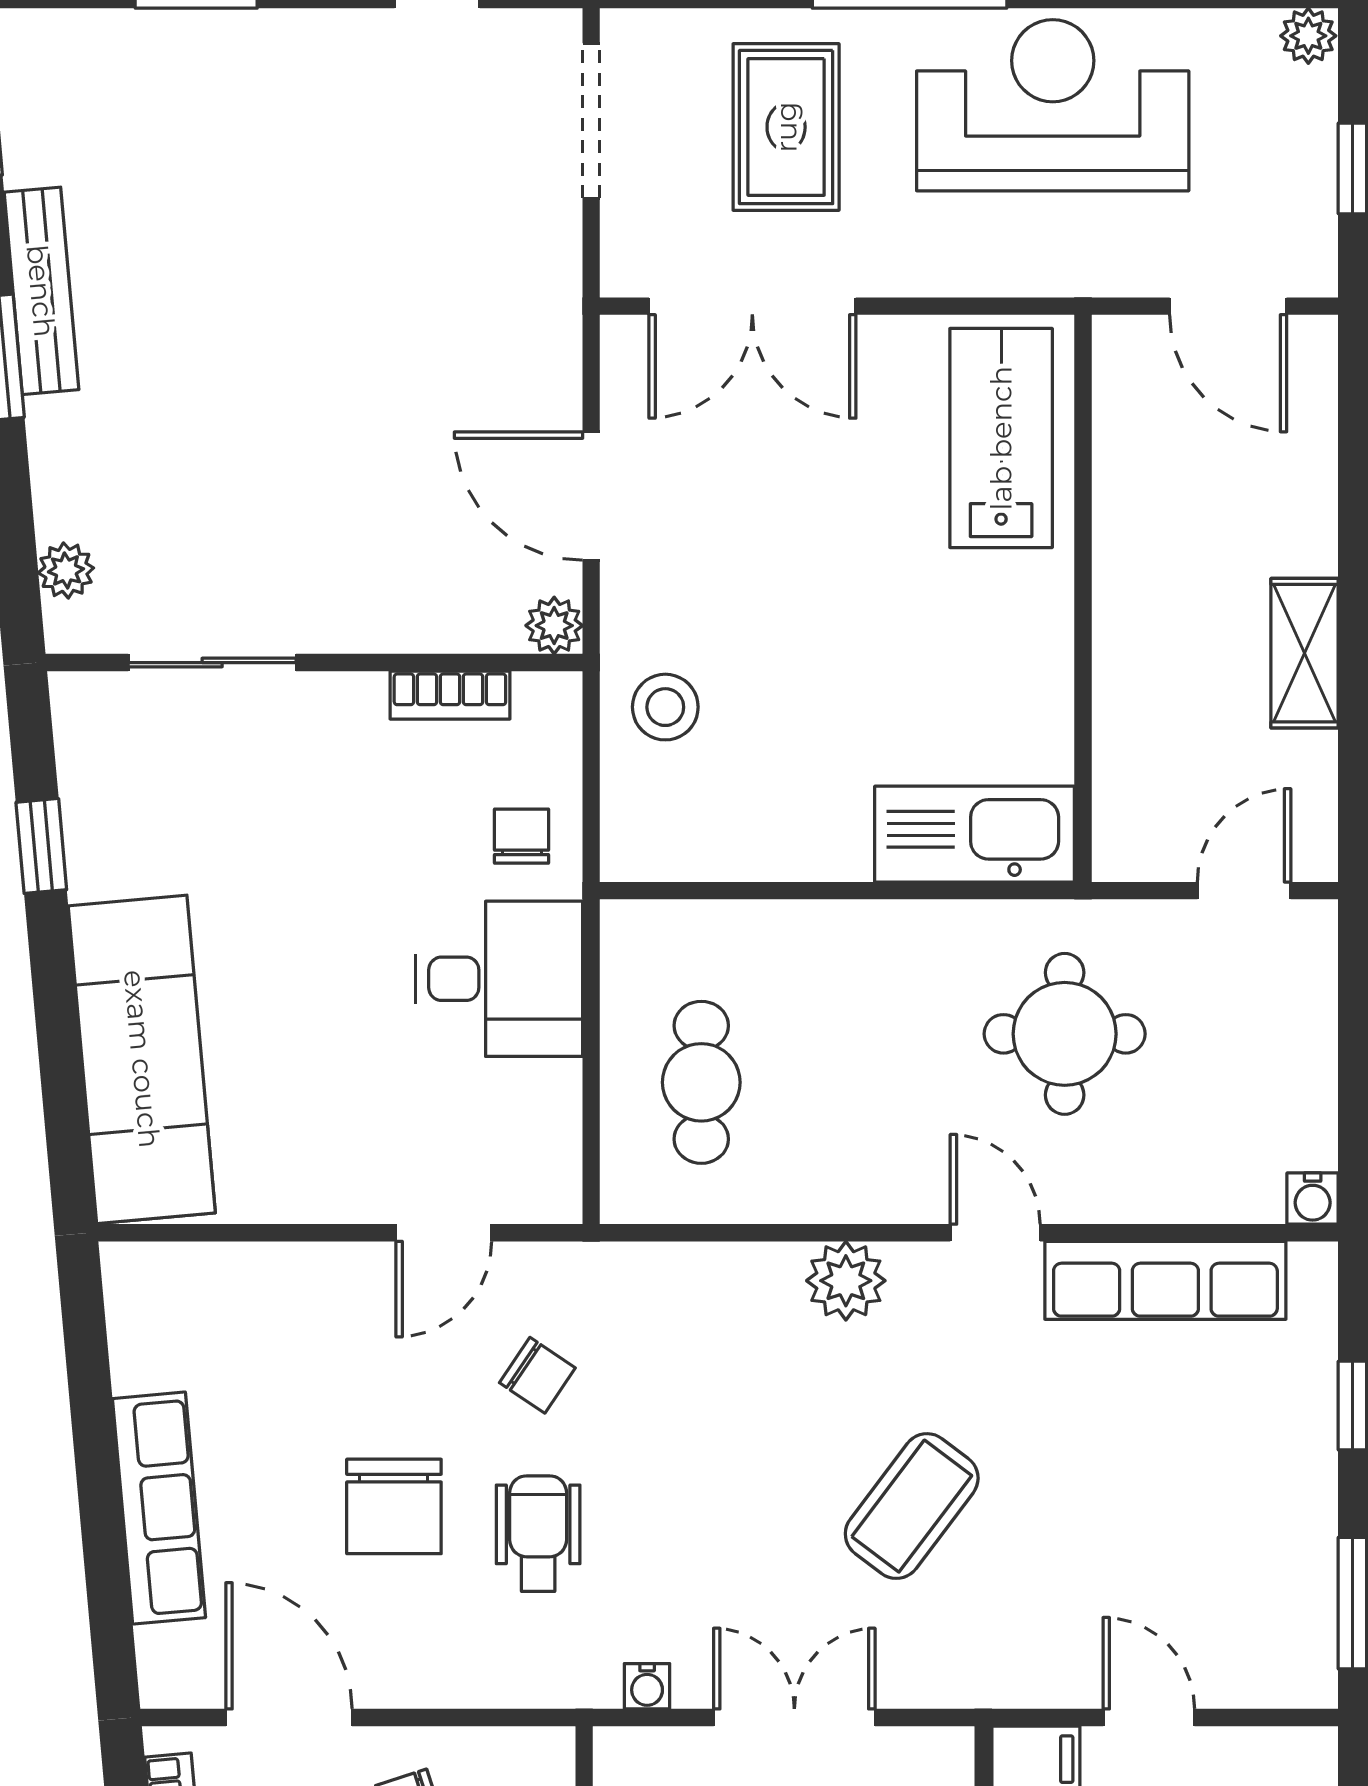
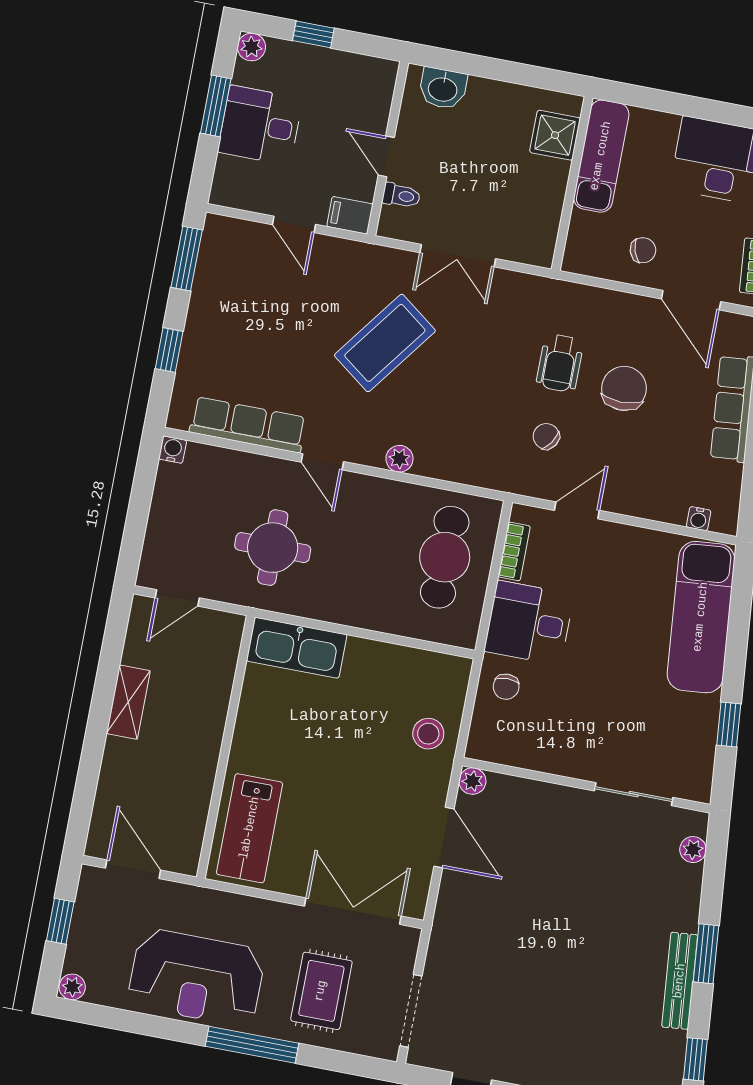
bookcase: (450, 695) -> (514, 551), moved, turned 90
cafe table: (701, 1082) -> (445, 557), width x1.37, depth x1.35
plant: (846, 1281) -> (399, 459), width x0.73, depth x0.73
coffee table: (912, 1506) -> (385, 343), width x1.36, depth x1.32
water cooler: (647, 1686) -> (699, 519), moved, turned 180

